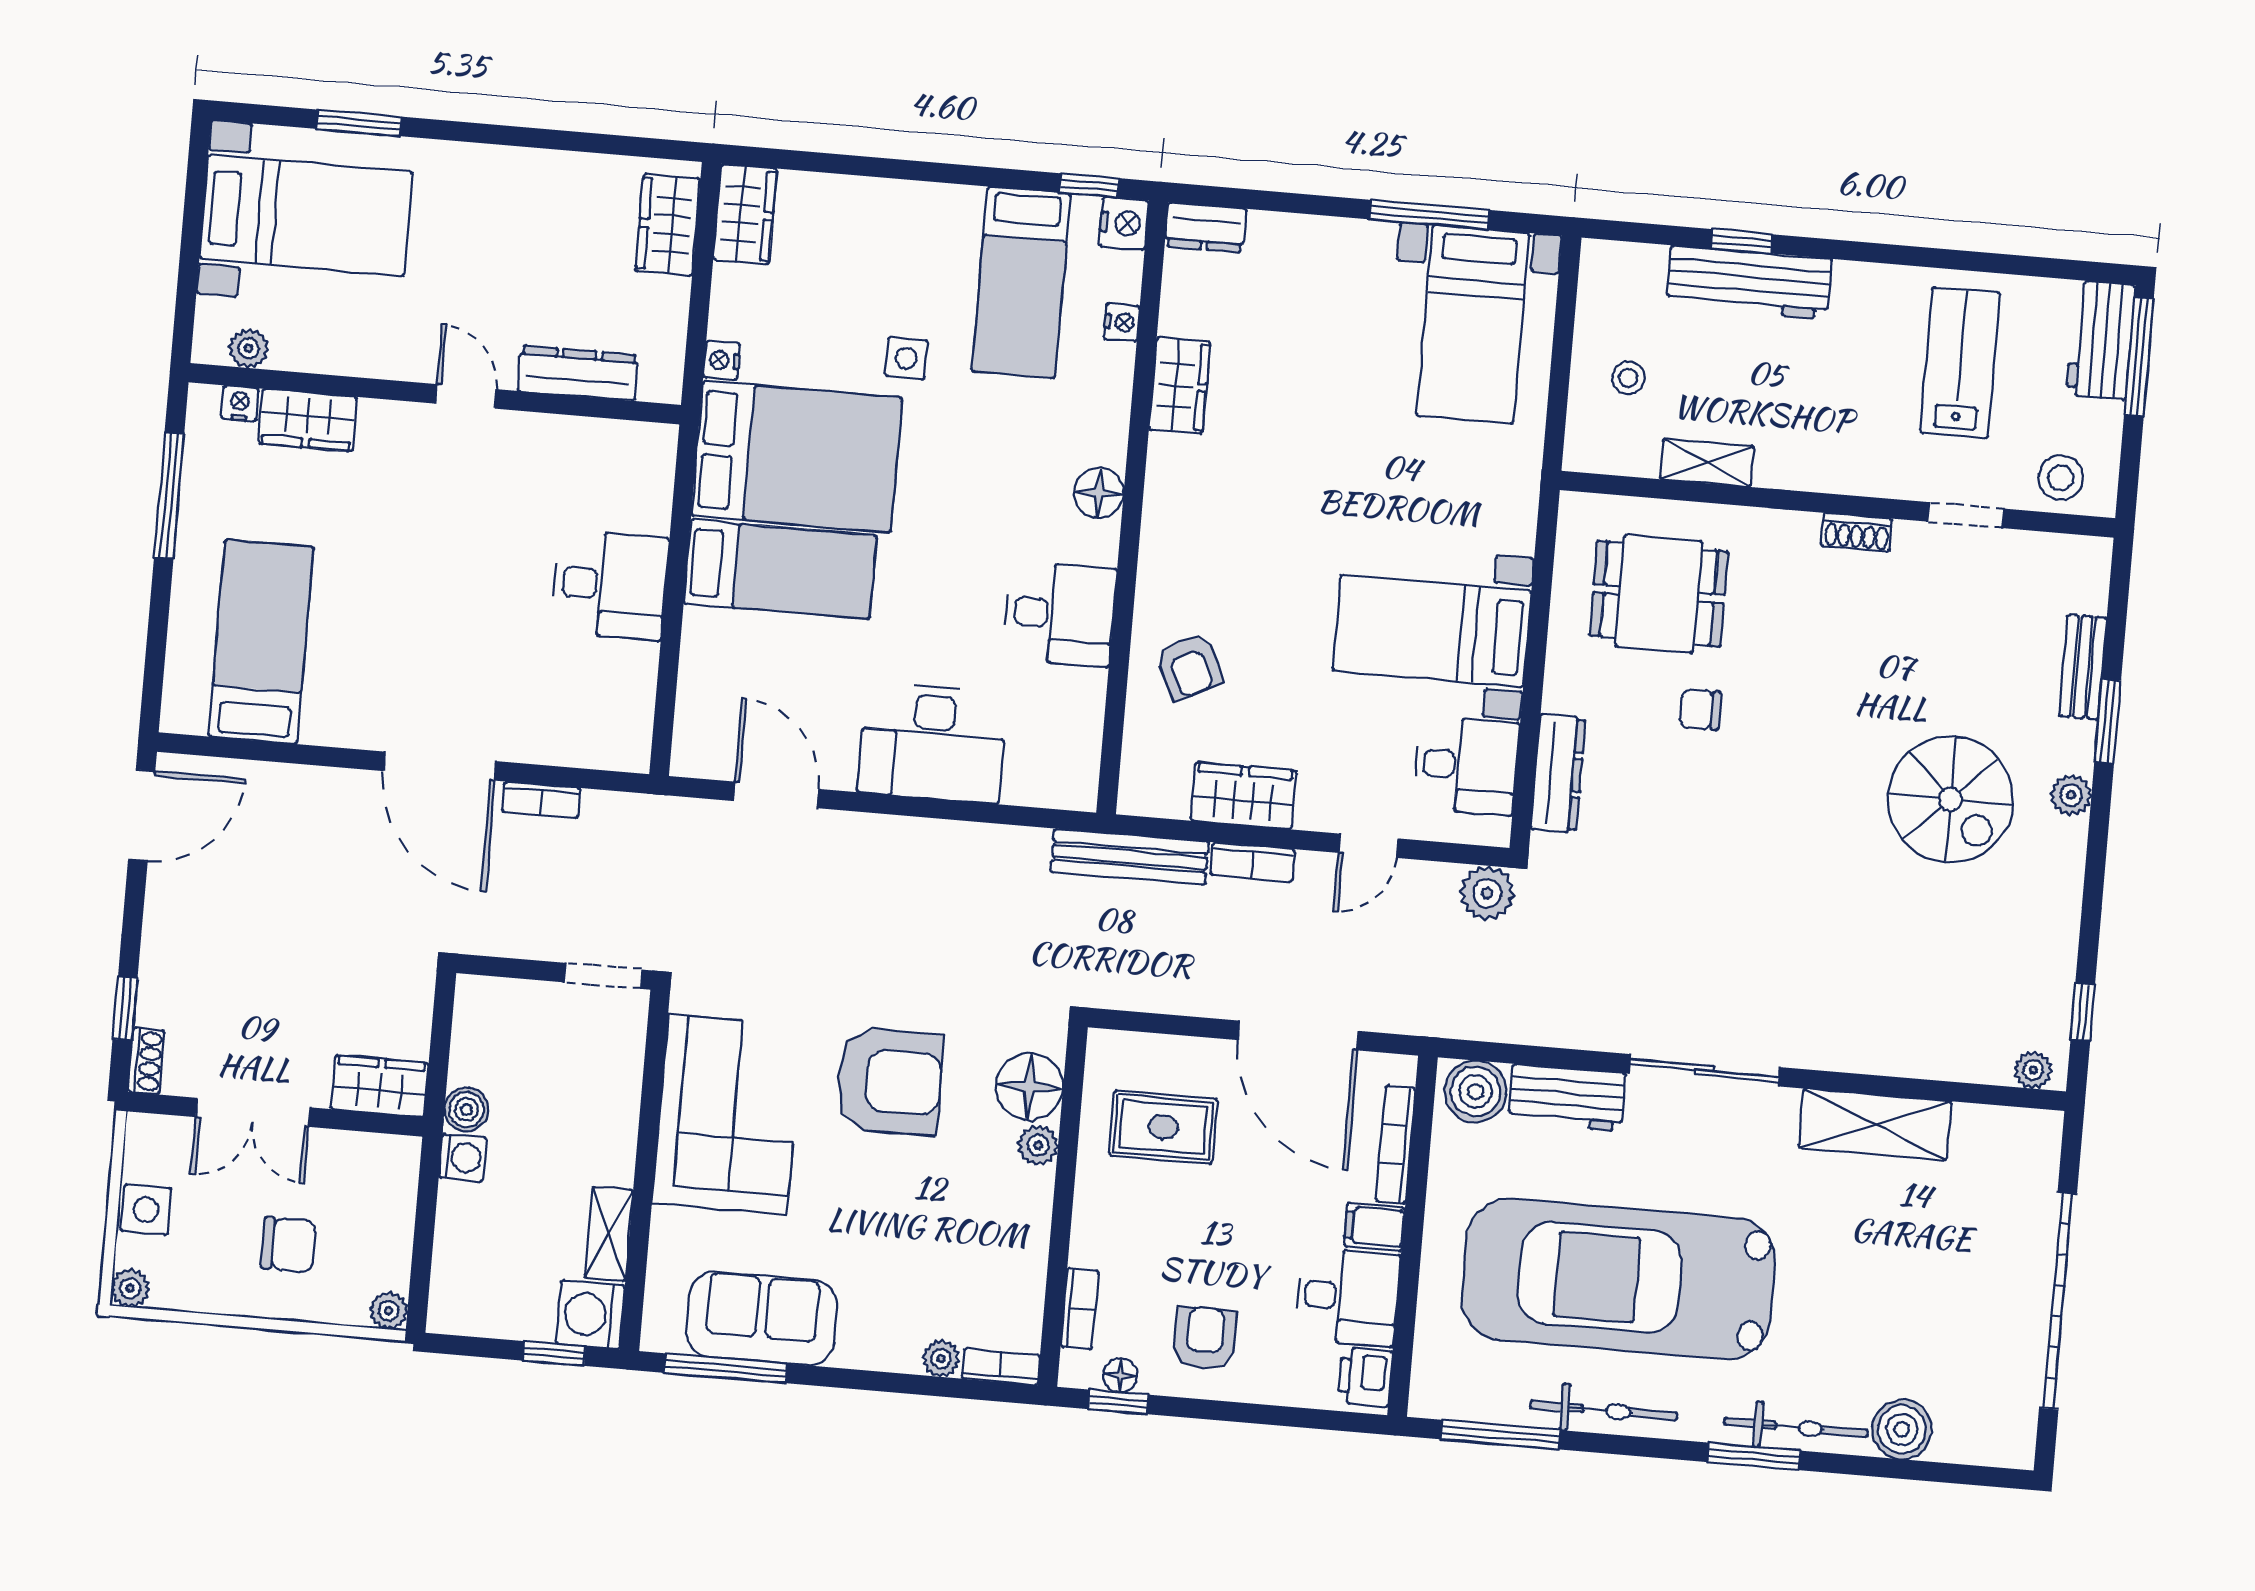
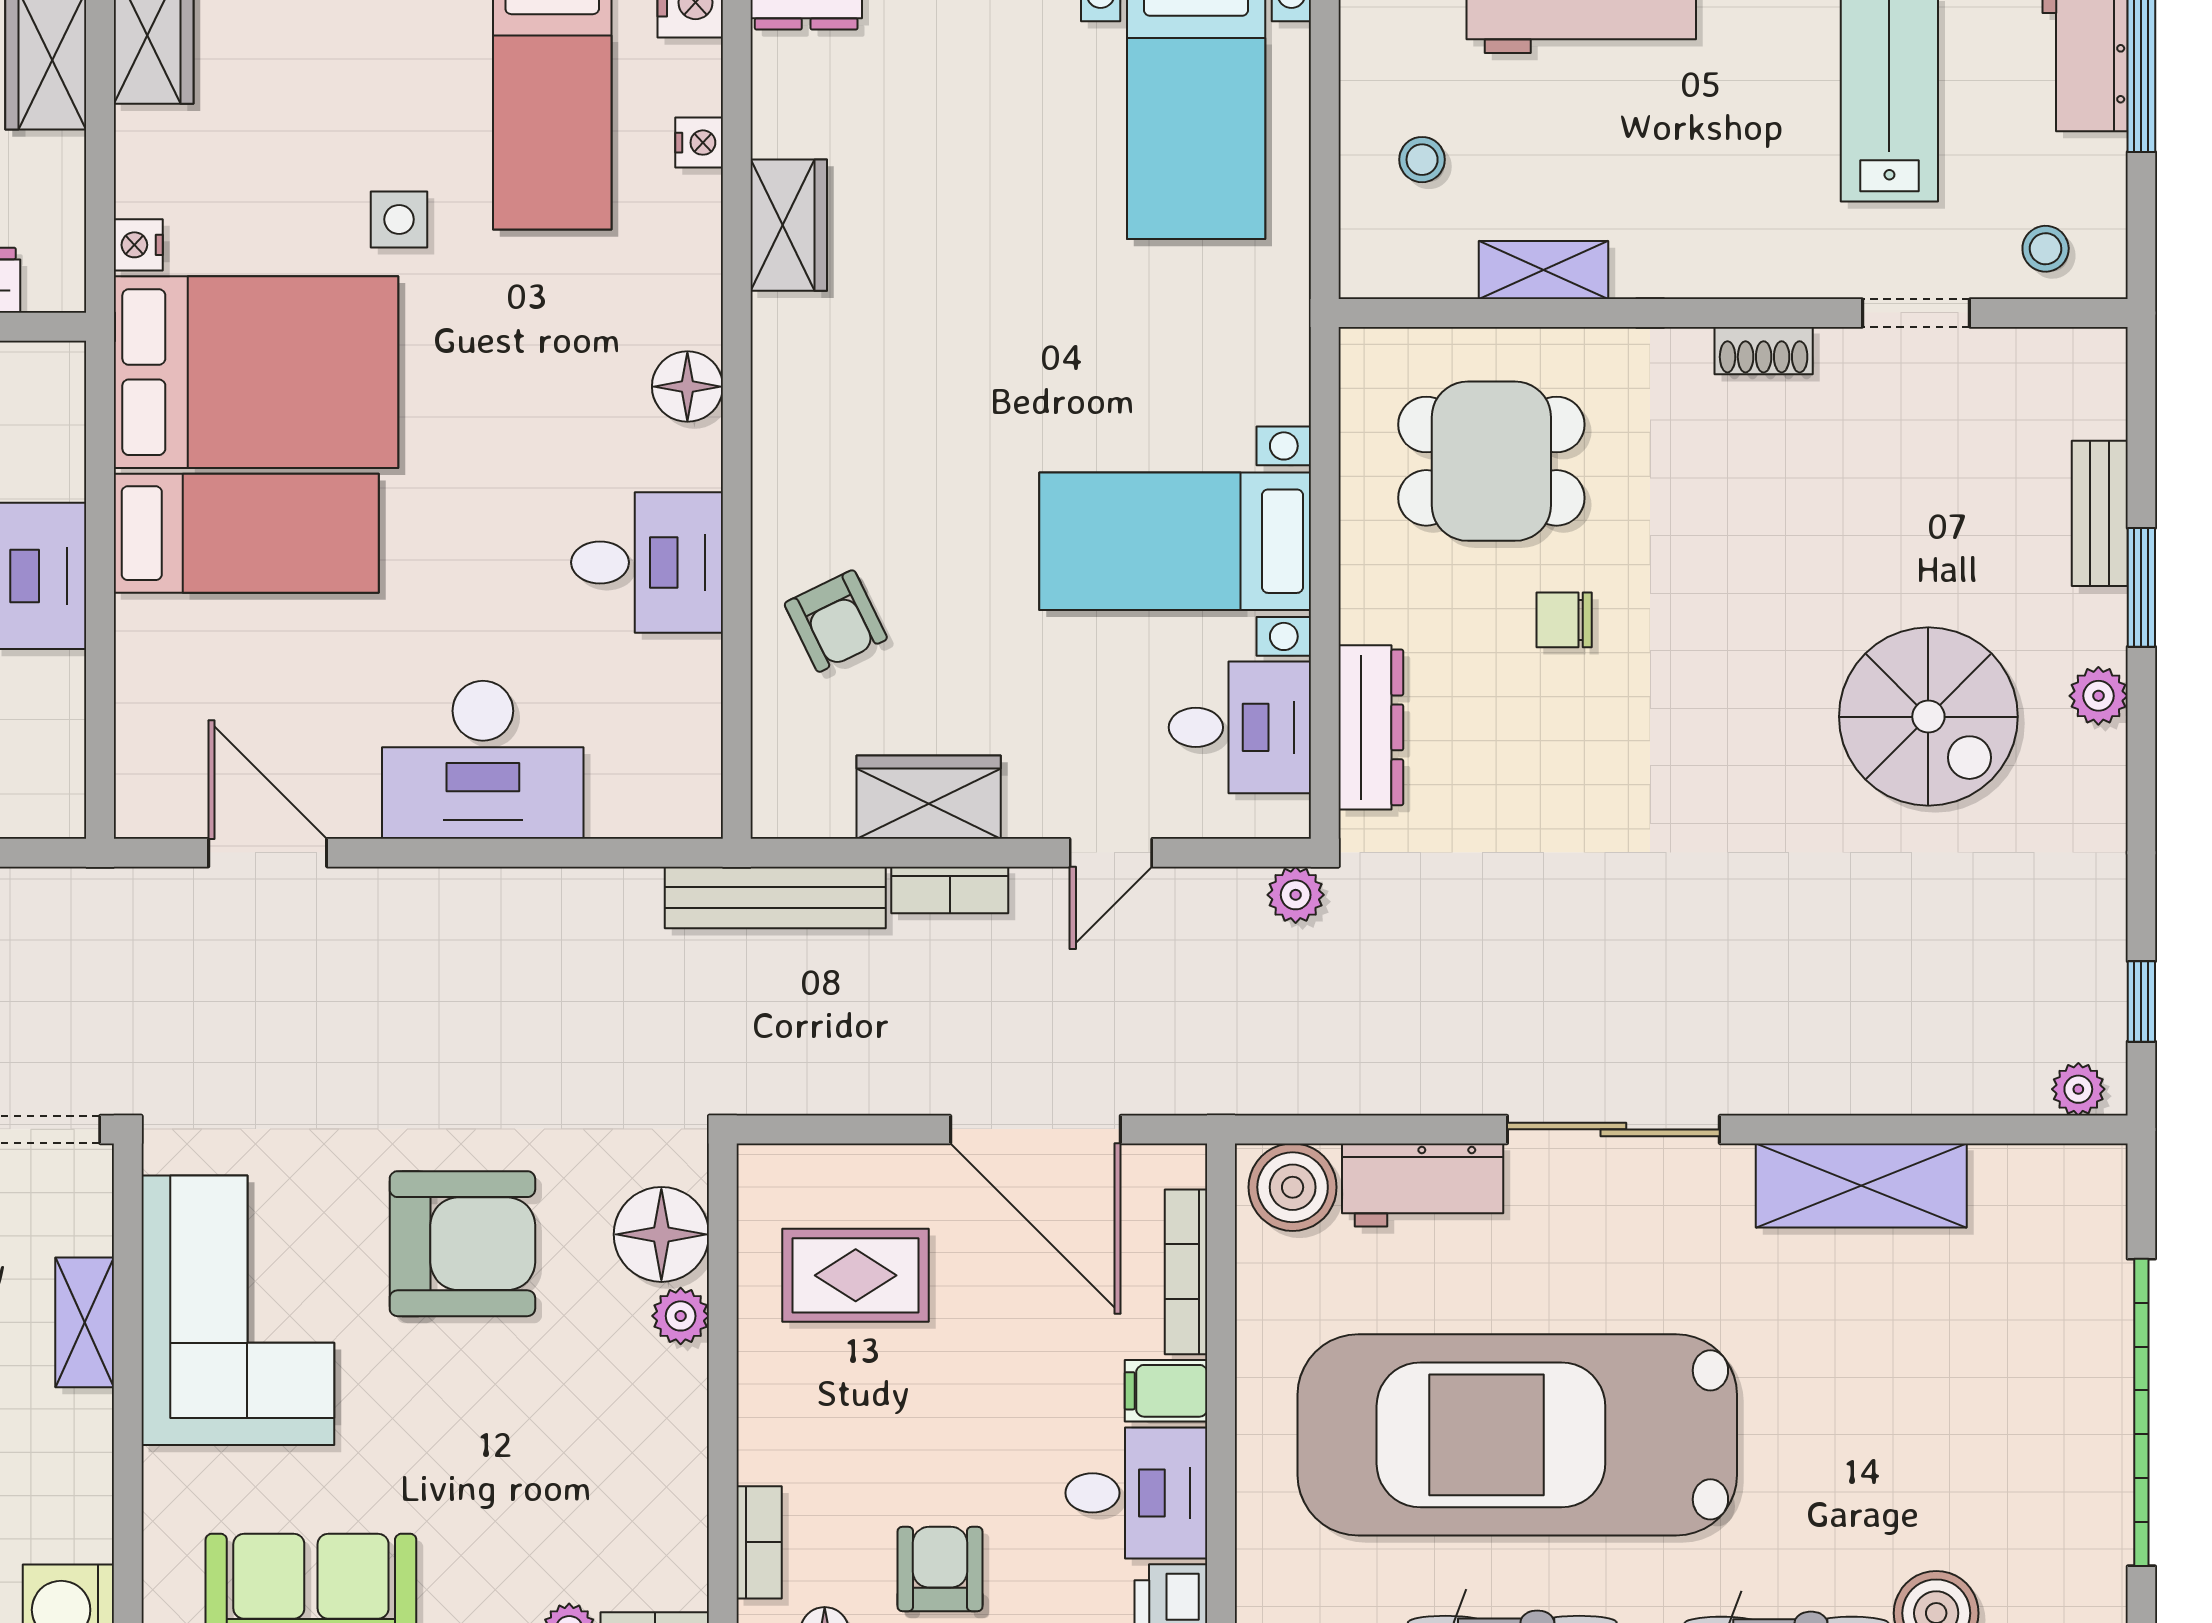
stool: (2061, 478) -> (2046, 249), width x0.73, depth x0.73
plant: (1487, 893) -> (1296, 895), width x0.73, depth x0.73
shelving: (609, 1234) -> (85, 1322), moved

